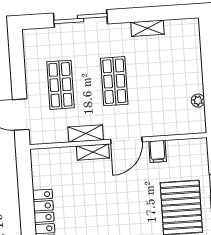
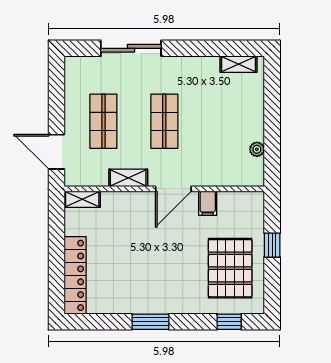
shelving: (147, 28) -> (239, 64), moved
shelving: (93, 152) -> (82, 199), moved

